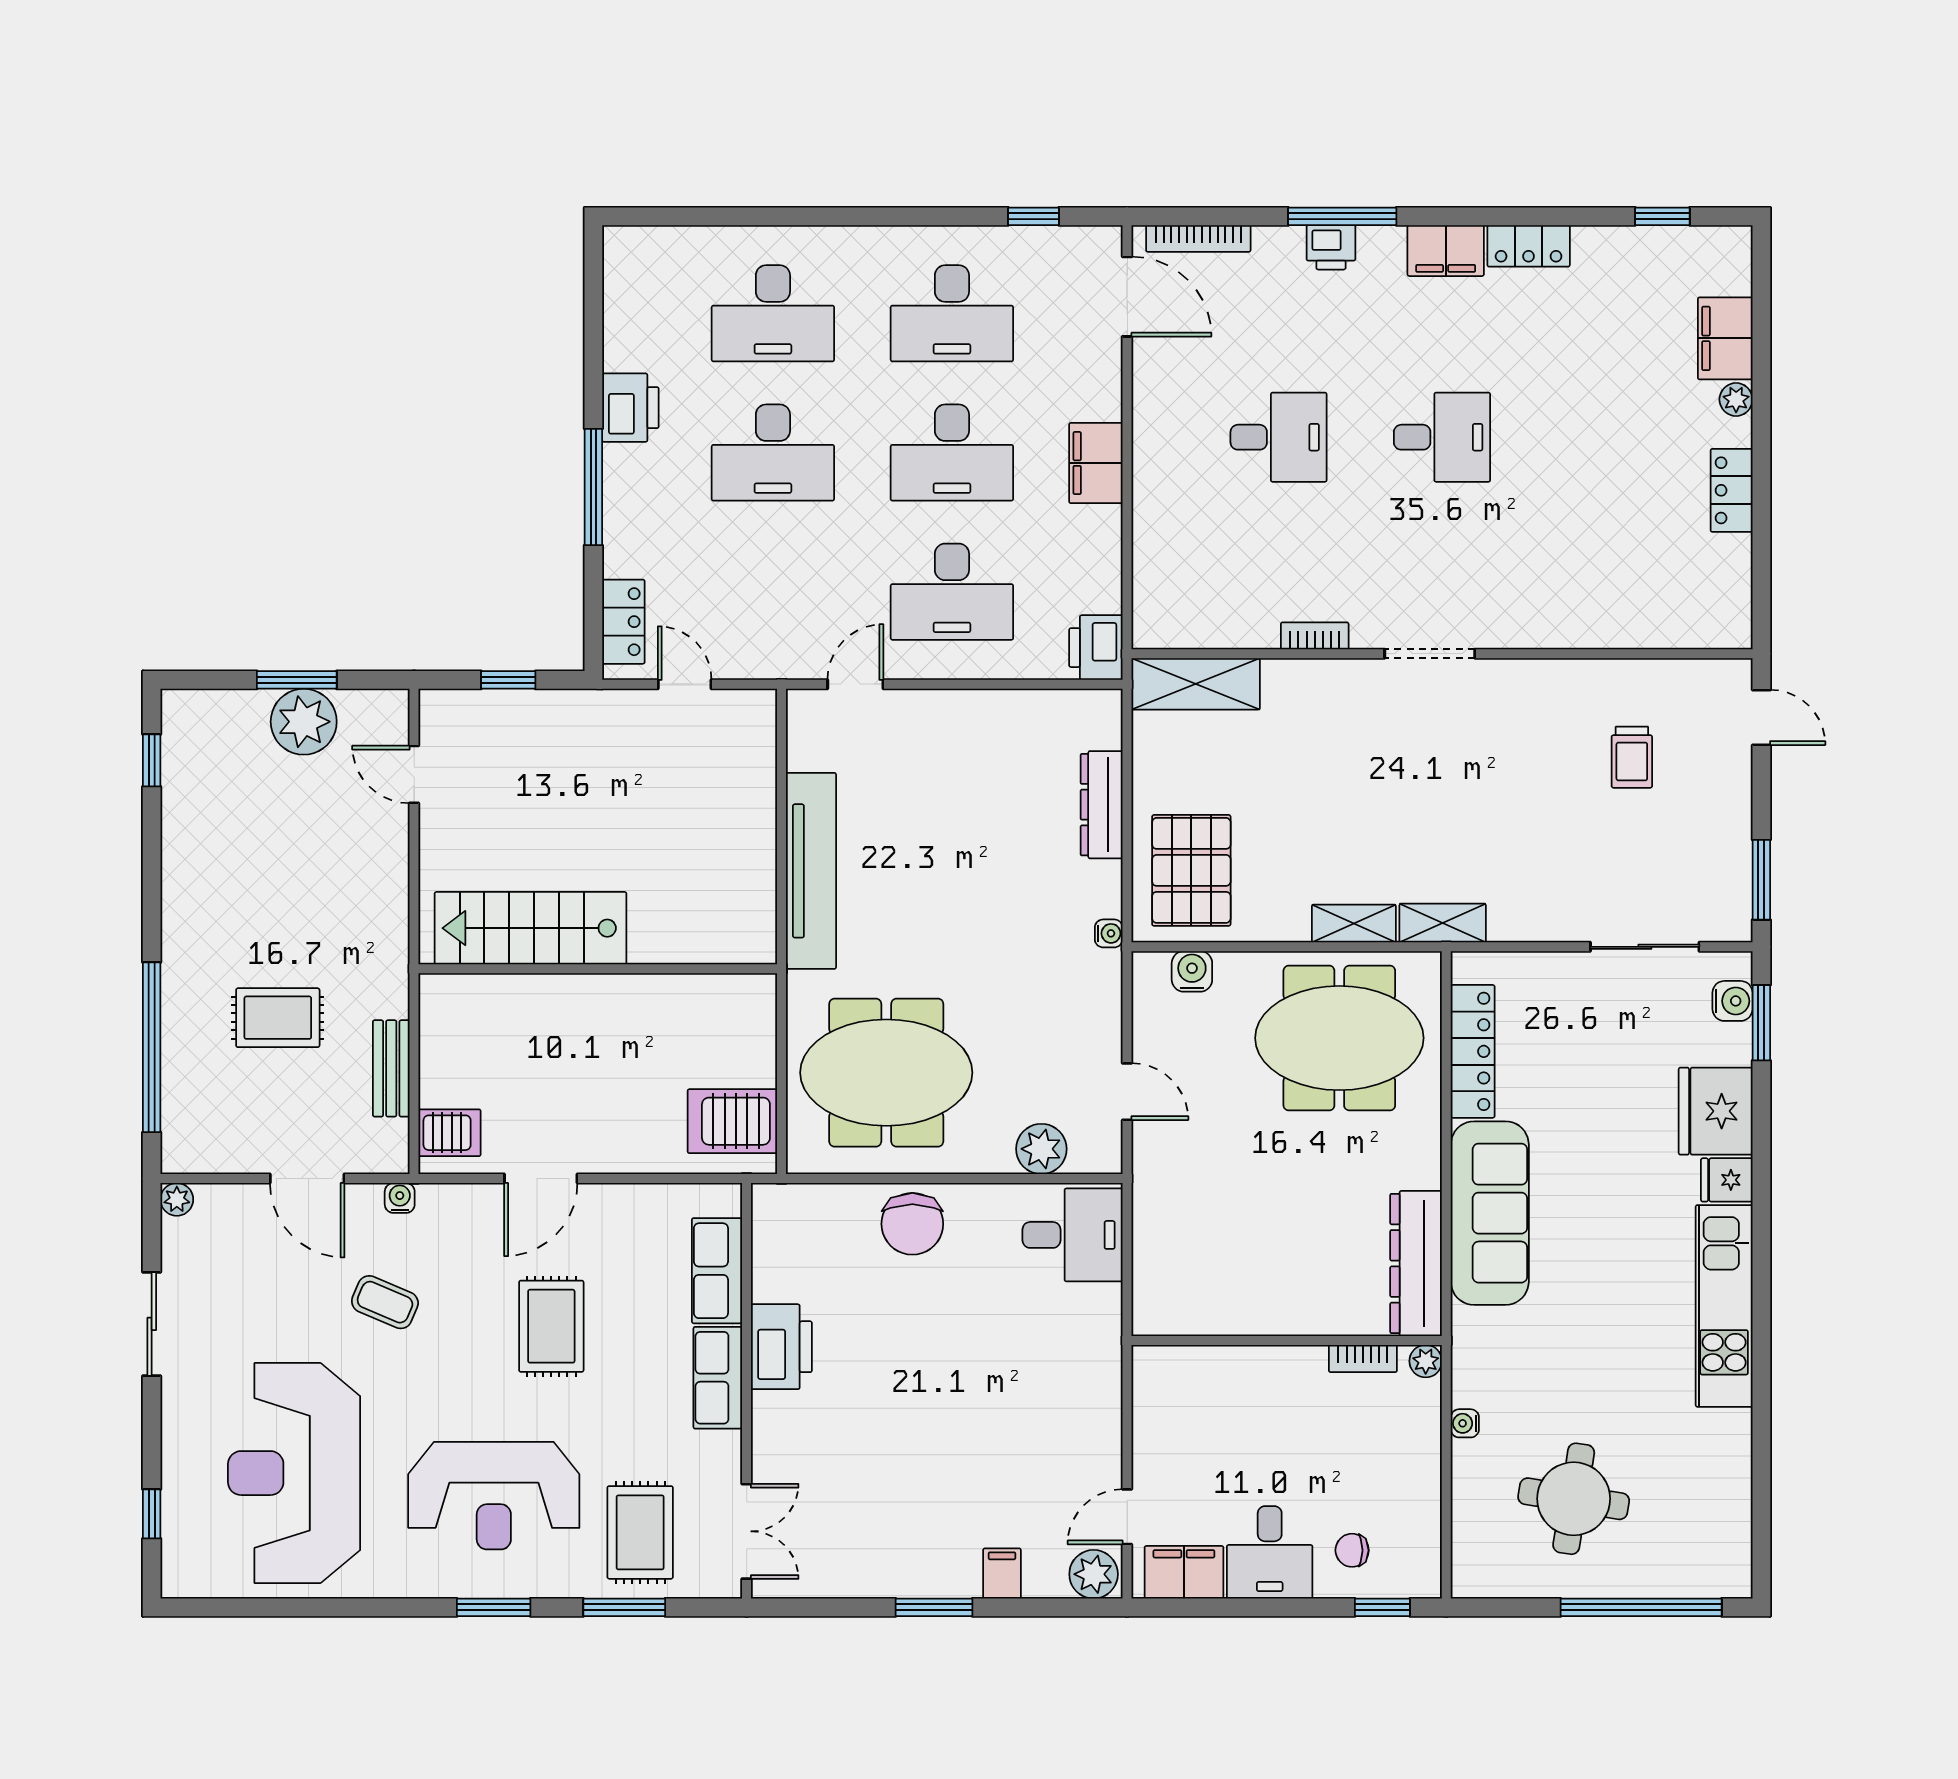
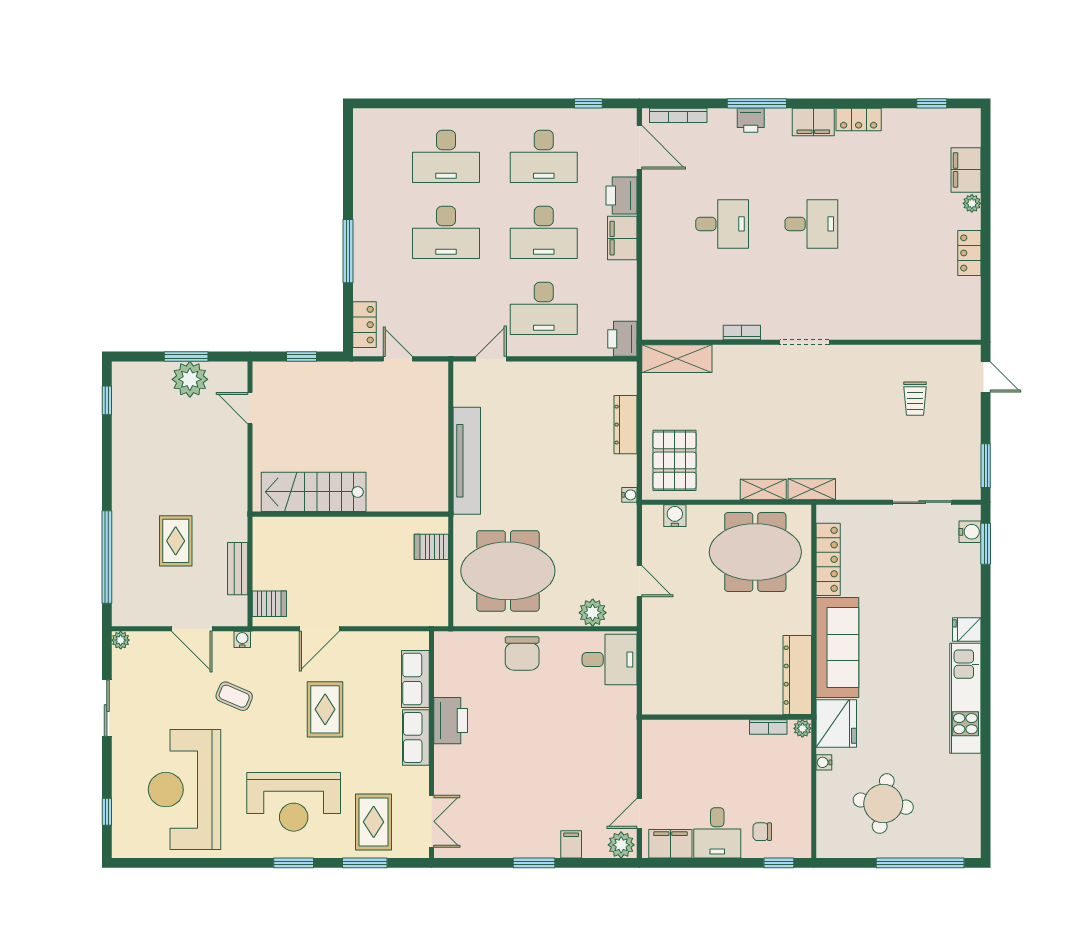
printer: (630, 408) -> (622, 196), moved, turned 180
rug: (278, 1018) -> (176, 541), turned 90
fridge: (1716, 1111) -> (836, 723), moved, turned 180
server rack: (732, 1121) -> (431, 547), moved, width x0.73, depth x0.70

